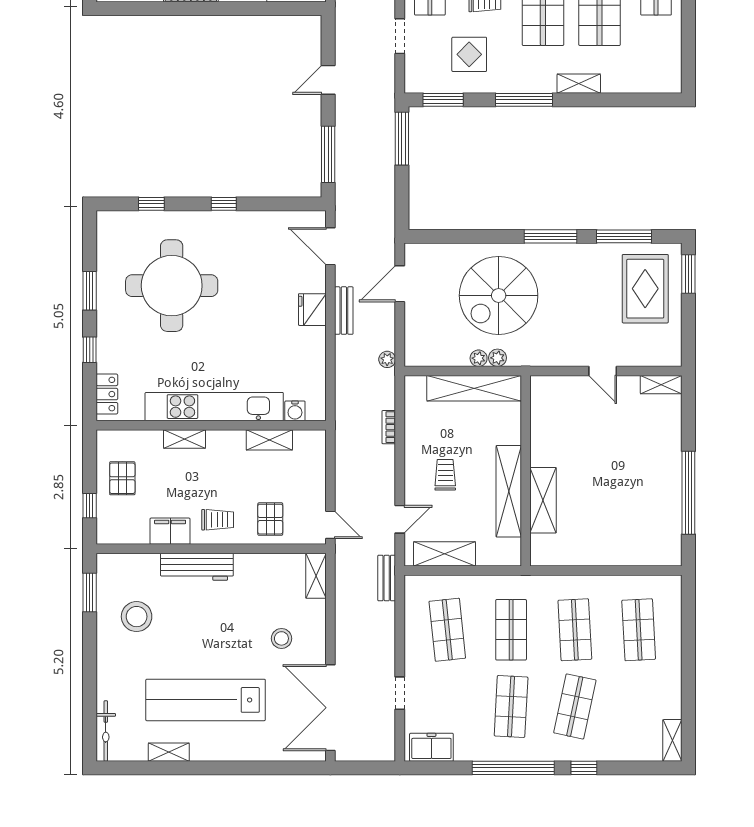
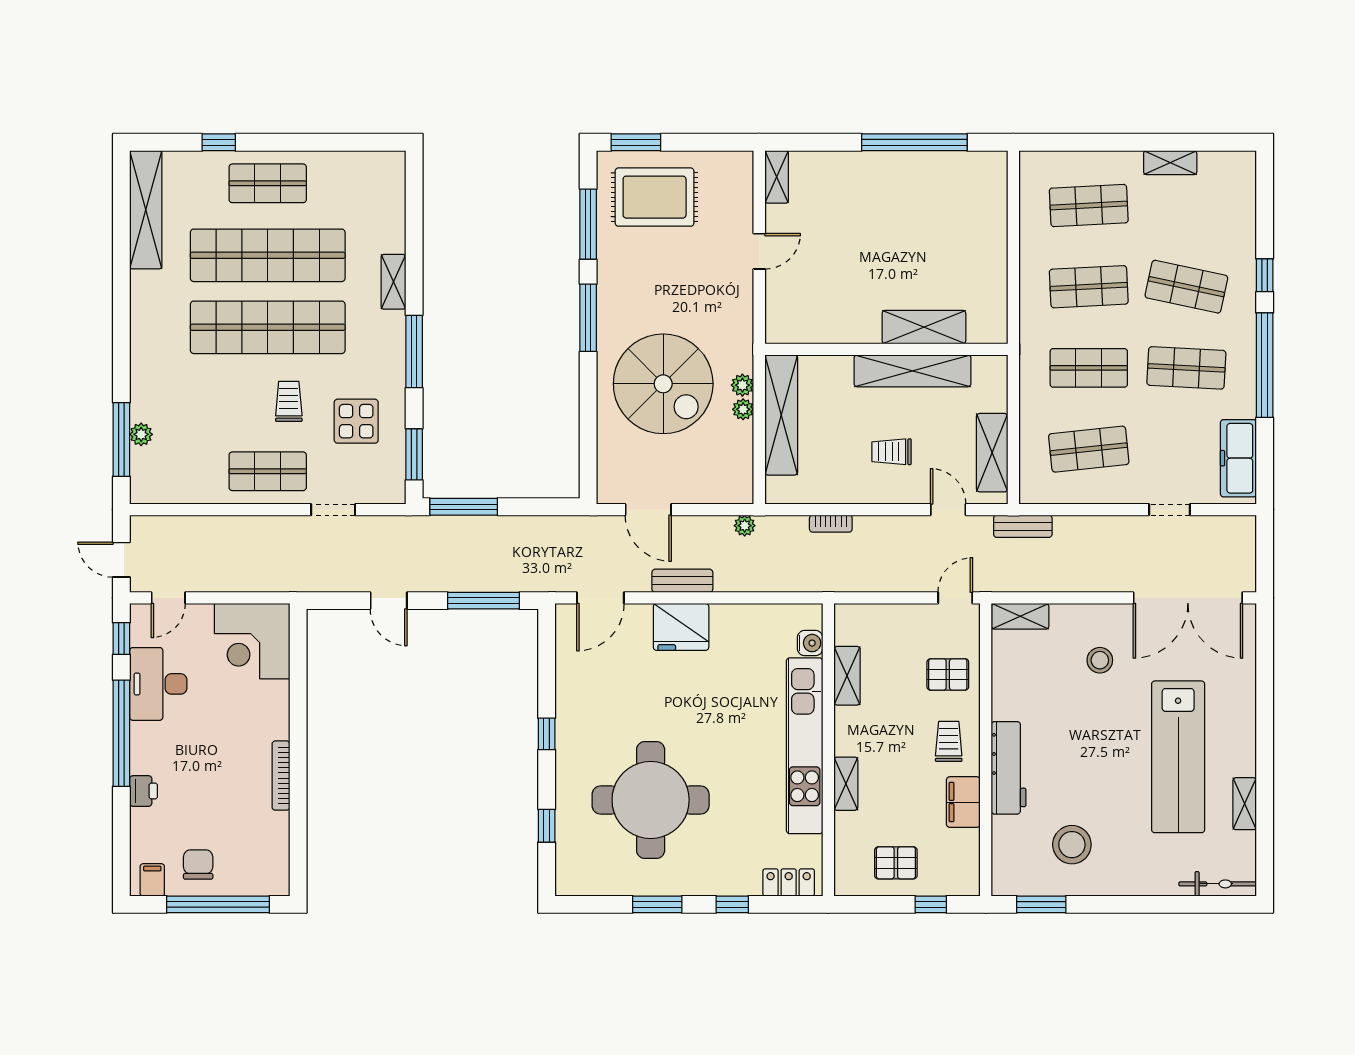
fridge: (312, 310) -> (681, 627), width x1.36, depth x1.34
shelving: (672, 740) -> (1170, 163), moved
freezer: (431, 747) -> (1238, 458), width x1.40

